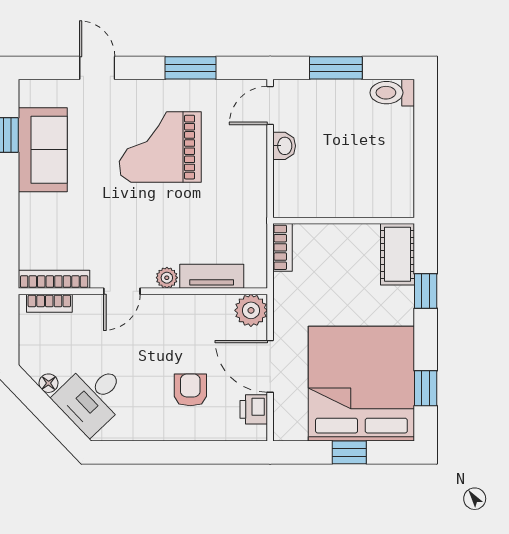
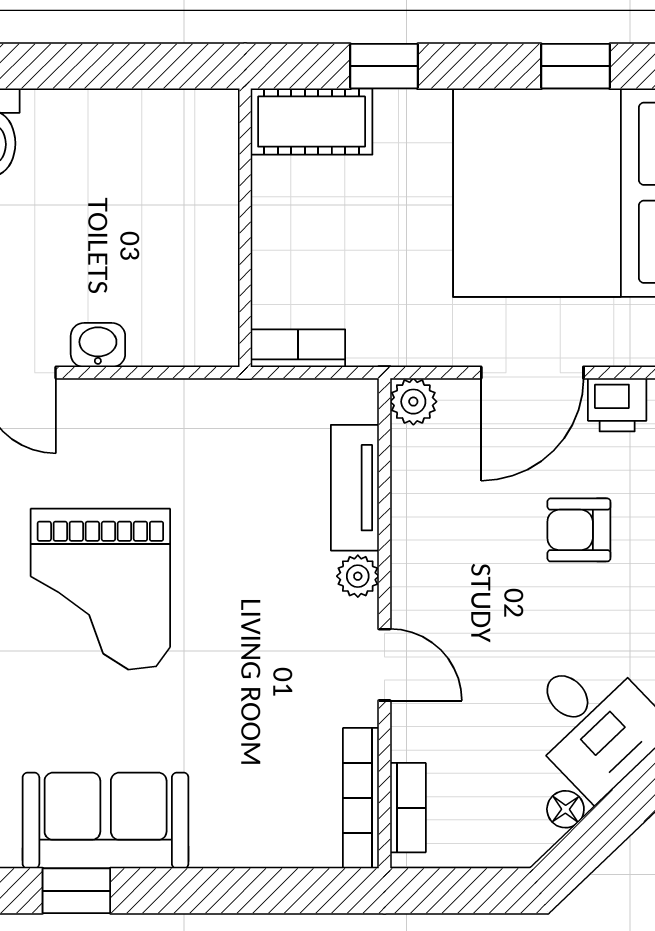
plant: (251, 310) -> (413, 402), width x0.73, depth x0.73

